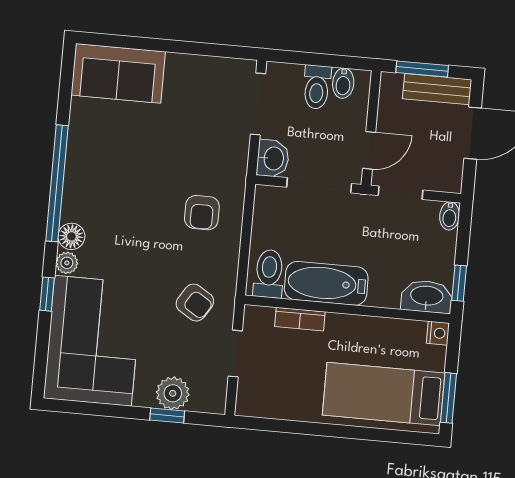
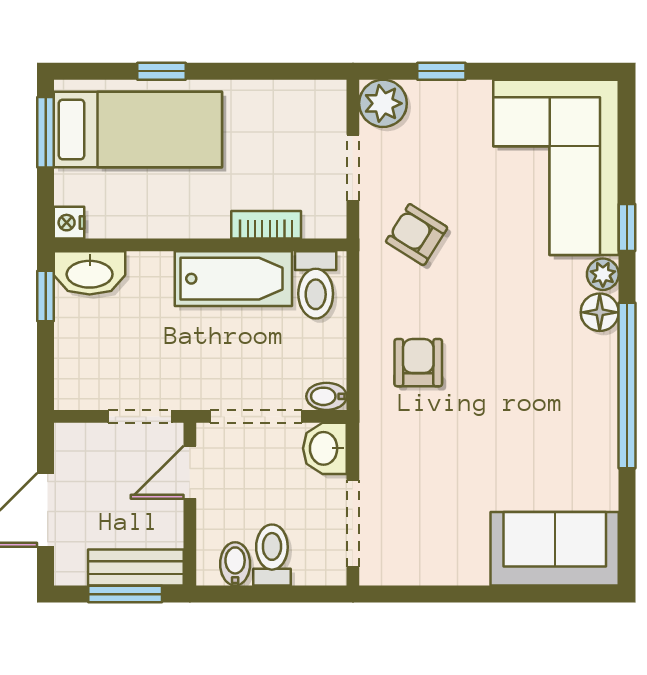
bench: (437, 89) -> (136, 568), moved
bidet: (450, 216) -> (326, 396), moved, turned -90
plant: (173, 393) -> (383, 103), moved
window: (363, 433) -> (162, 71), added

